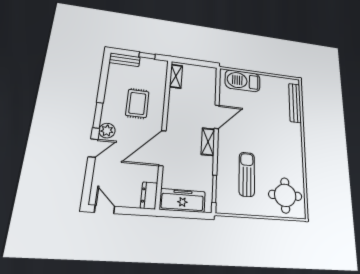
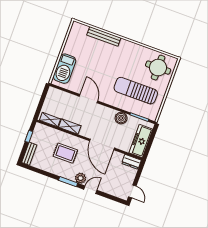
bench: (295, 103) -> (104, 36), moved
shelving: (208, 142) -> (70, 126), moved
door: (93, 148) -> (90, 190), hinge flipped
boiler: (205, 164) -> (121, 118), added
sun lounger: (247, 174) -> (136, 91), width x1.36, depth x1.34
door: (105, 209) -> (132, 191), swing flipped

